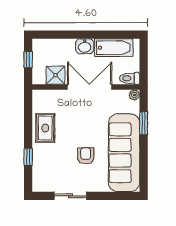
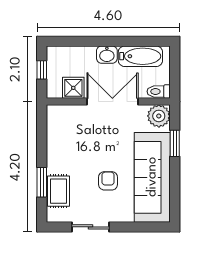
plant: (134, 95) -> (159, 116), width x1.88, depth x1.88
rug: (45, 128) -> (58, 191), moved
window: (28, 157) -> (42, 182), width x1.50

